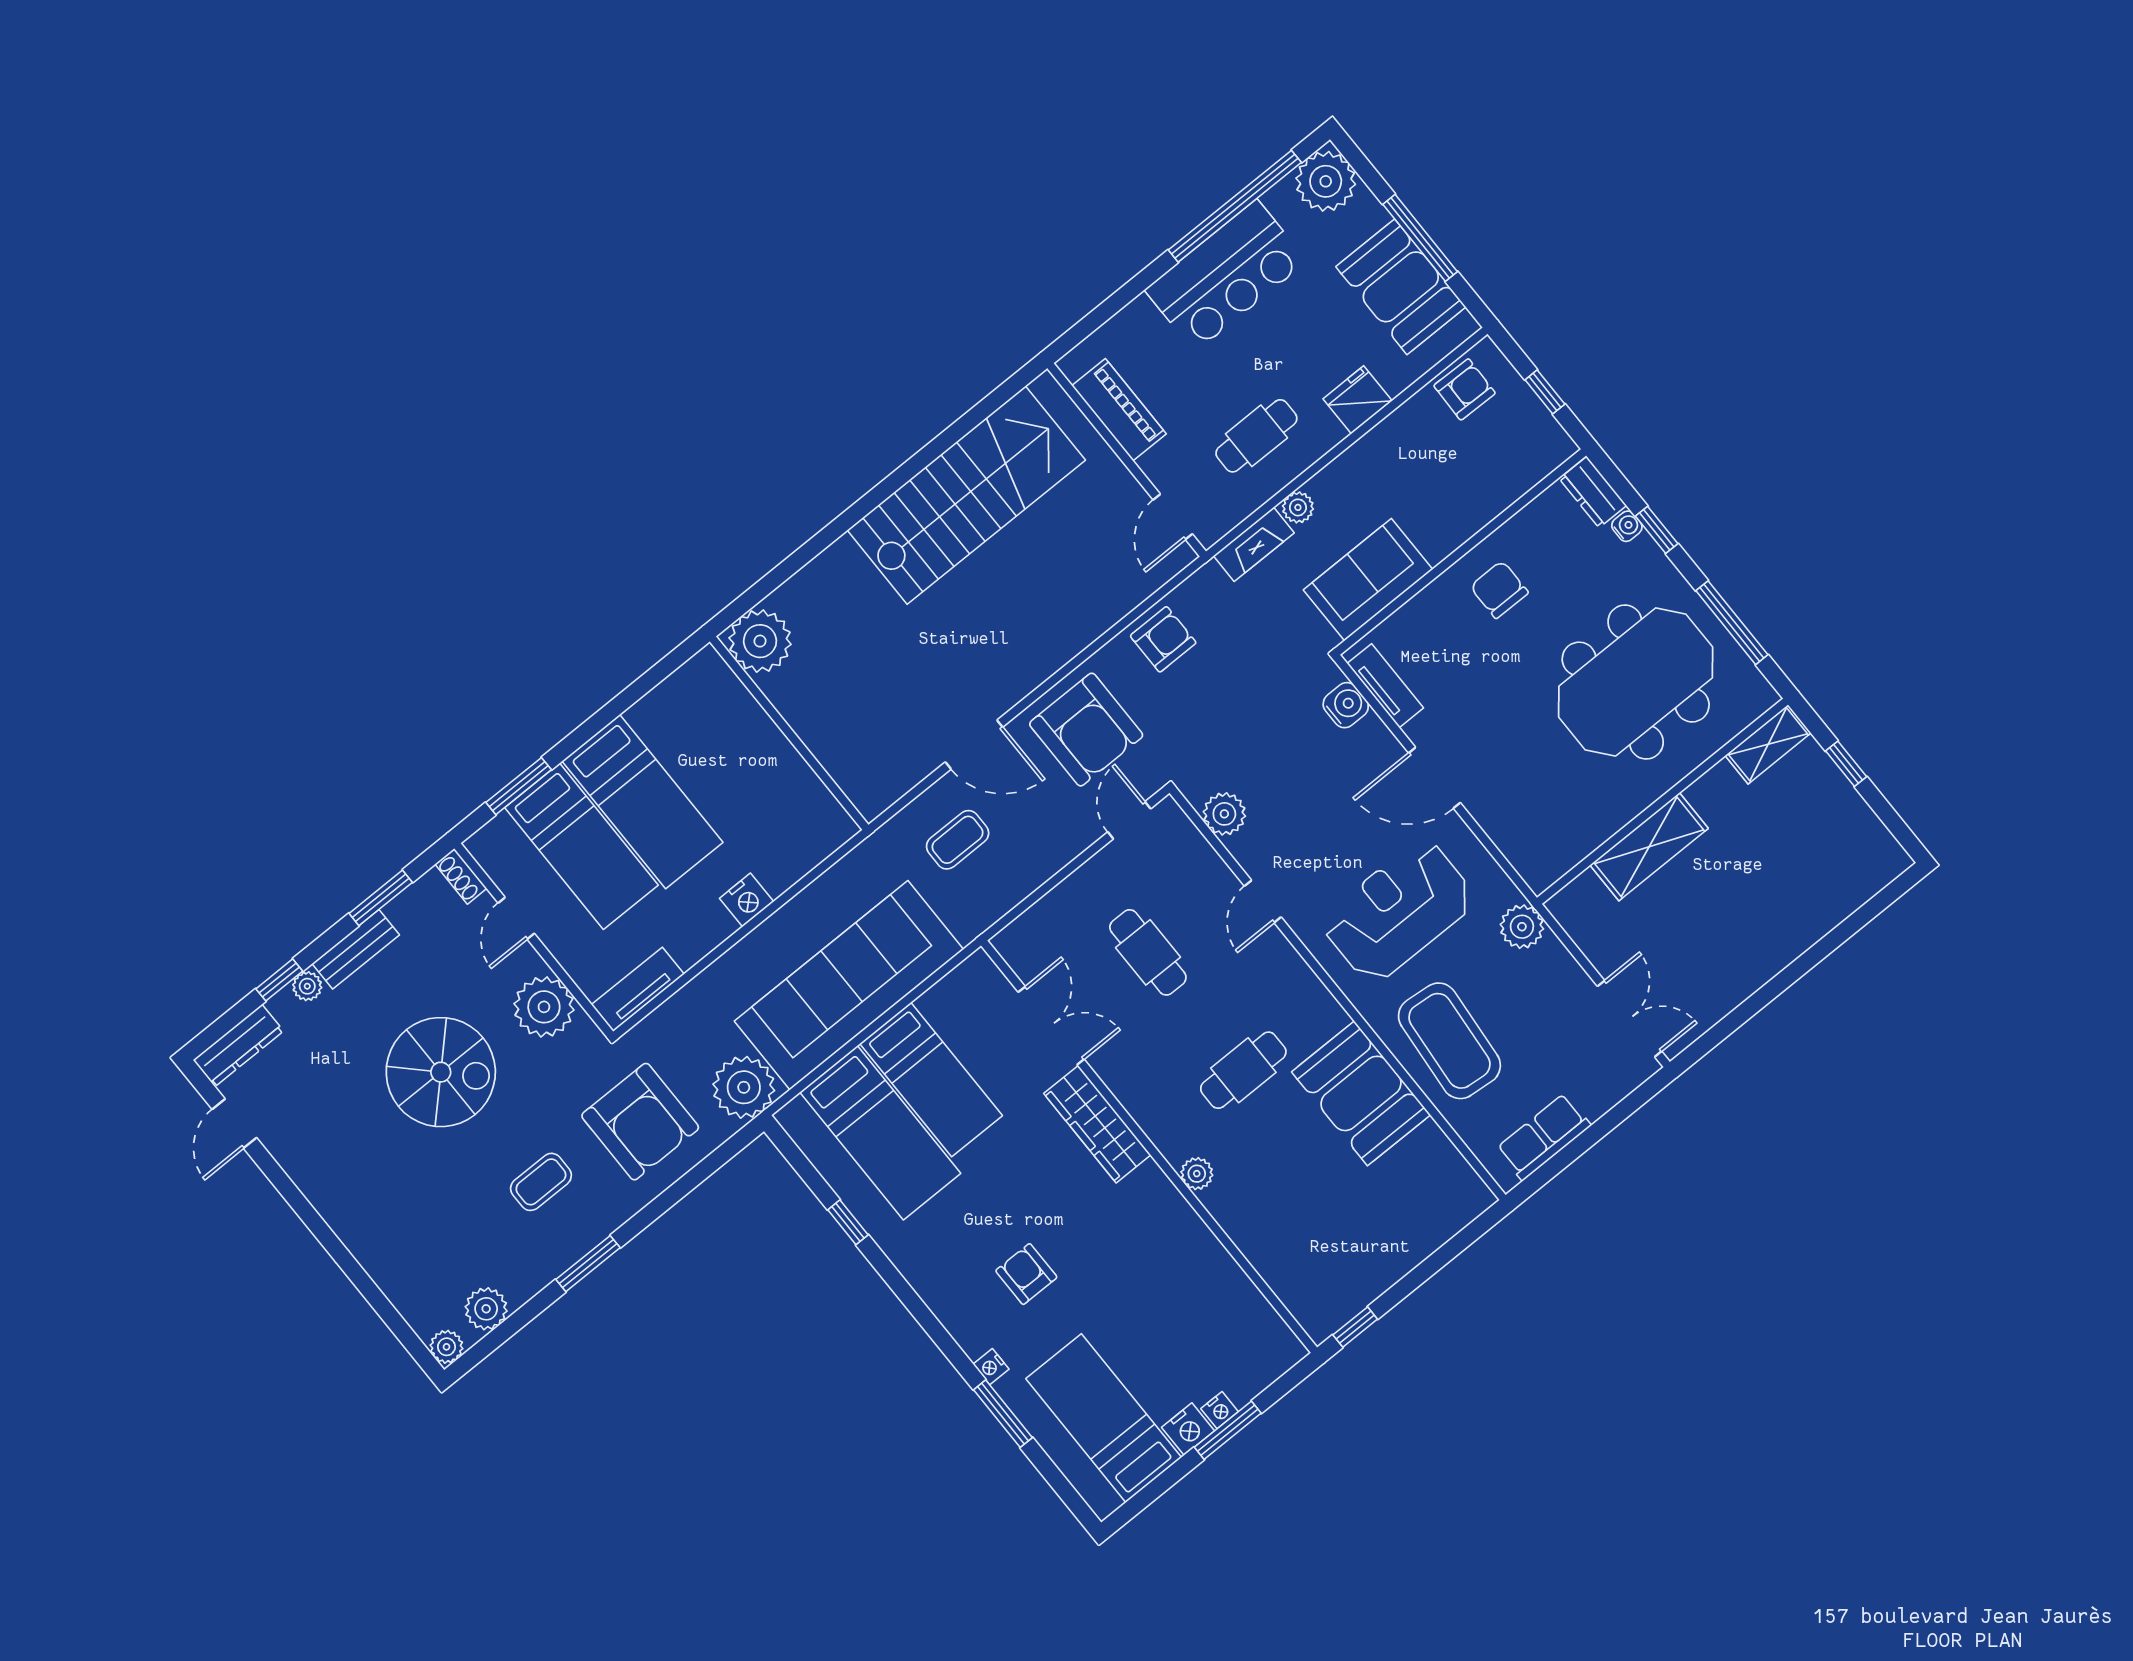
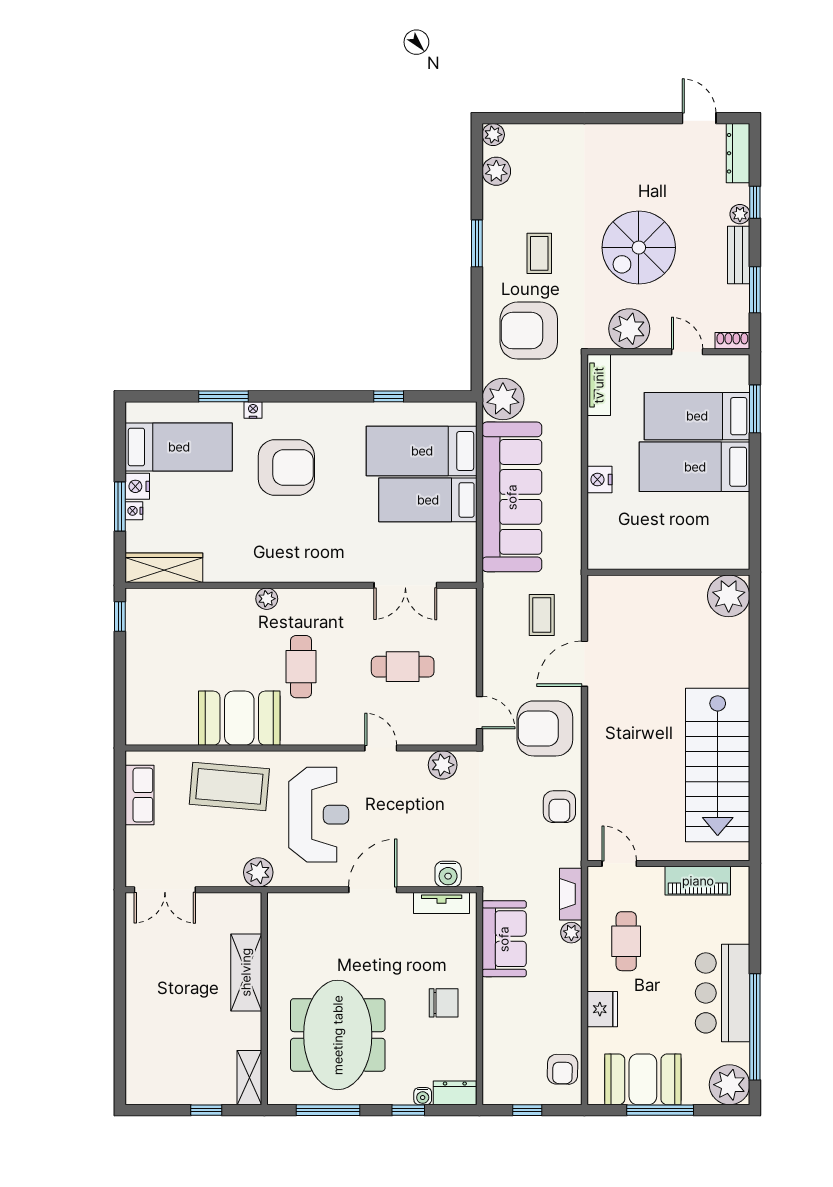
wardrobe: (1097, 1124) -> (164, 568), moved
armchair: (1026, 1274) -> (286, 468), width x1.88, depth x1.88

